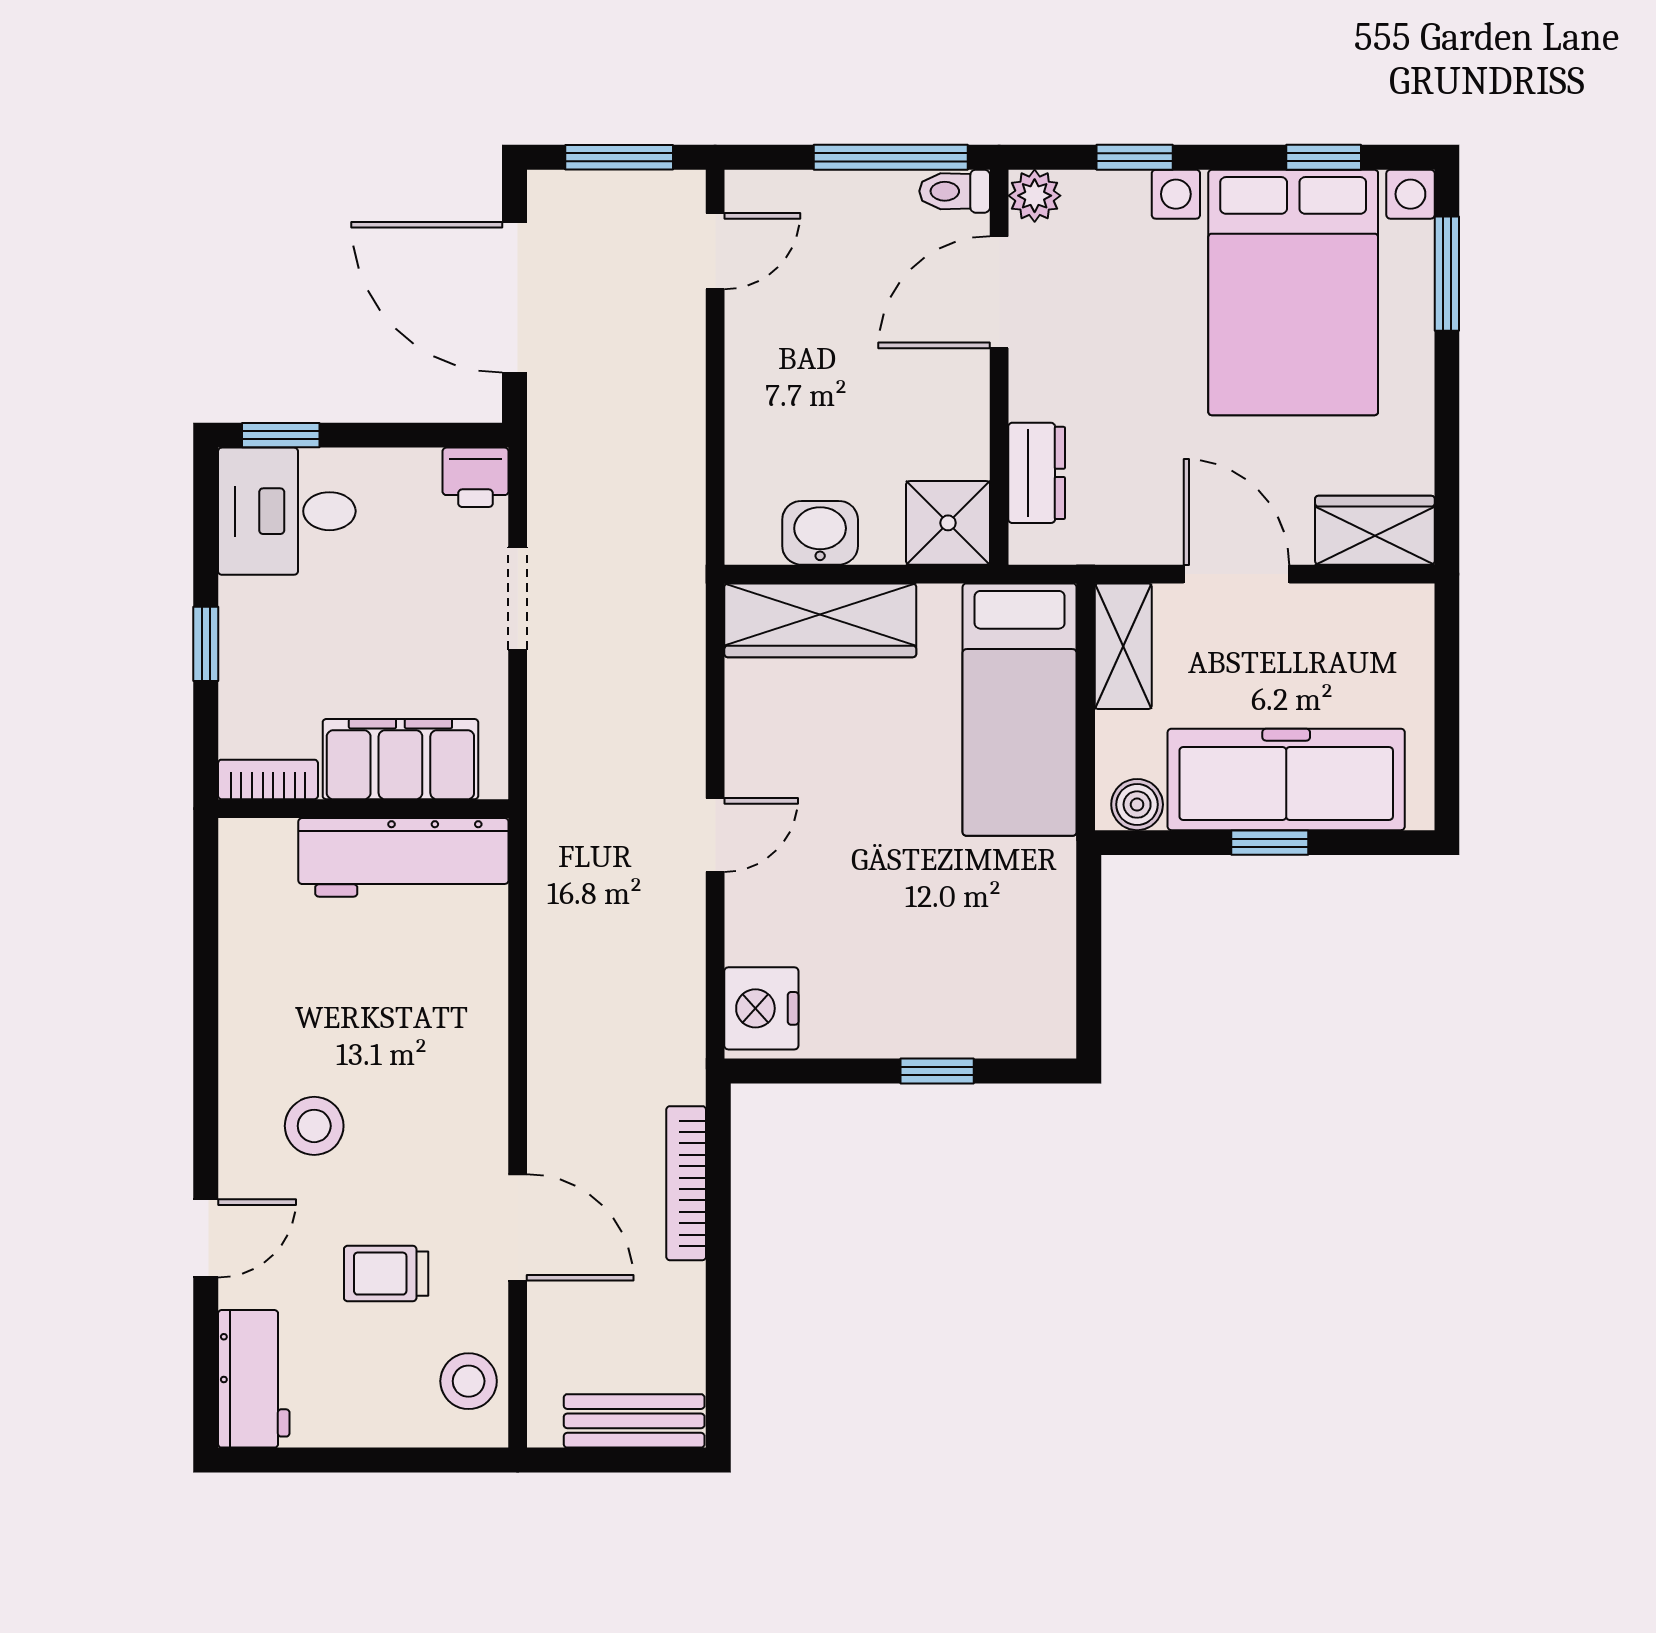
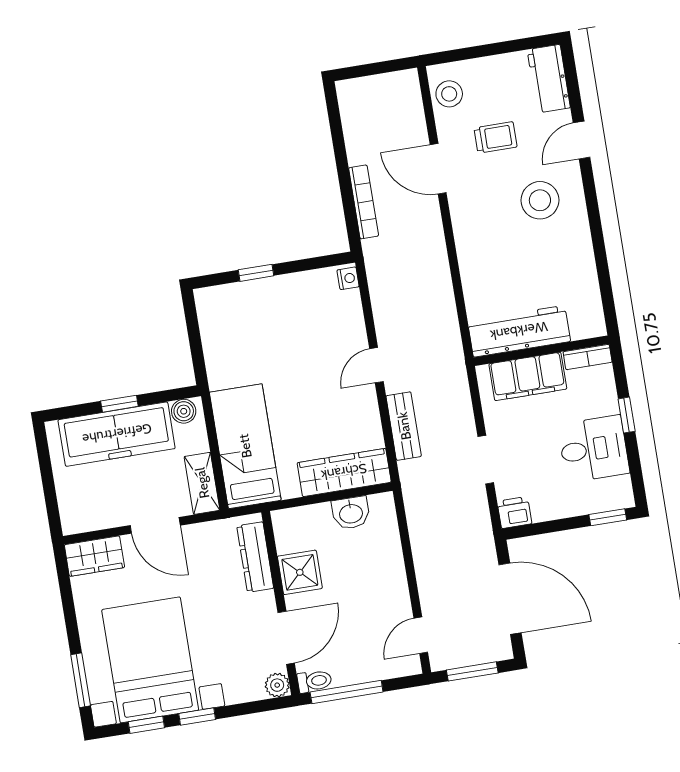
window: (1135, 157) -> (197, 716), moved
dresser: (1037, 473) -> (255, 557), width x1.44
desk: (287, 511) -> (594, 449), moved
shower: (948, 523) -> (300, 572), moved
nightstand: (761, 1008) -> (348, 278), width x0.53, depth x0.56
stool: (314, 1126) -> (540, 200), width x1.38, depth x1.38
bench: (634, 1421) -> (404, 426), moved, turned 90

